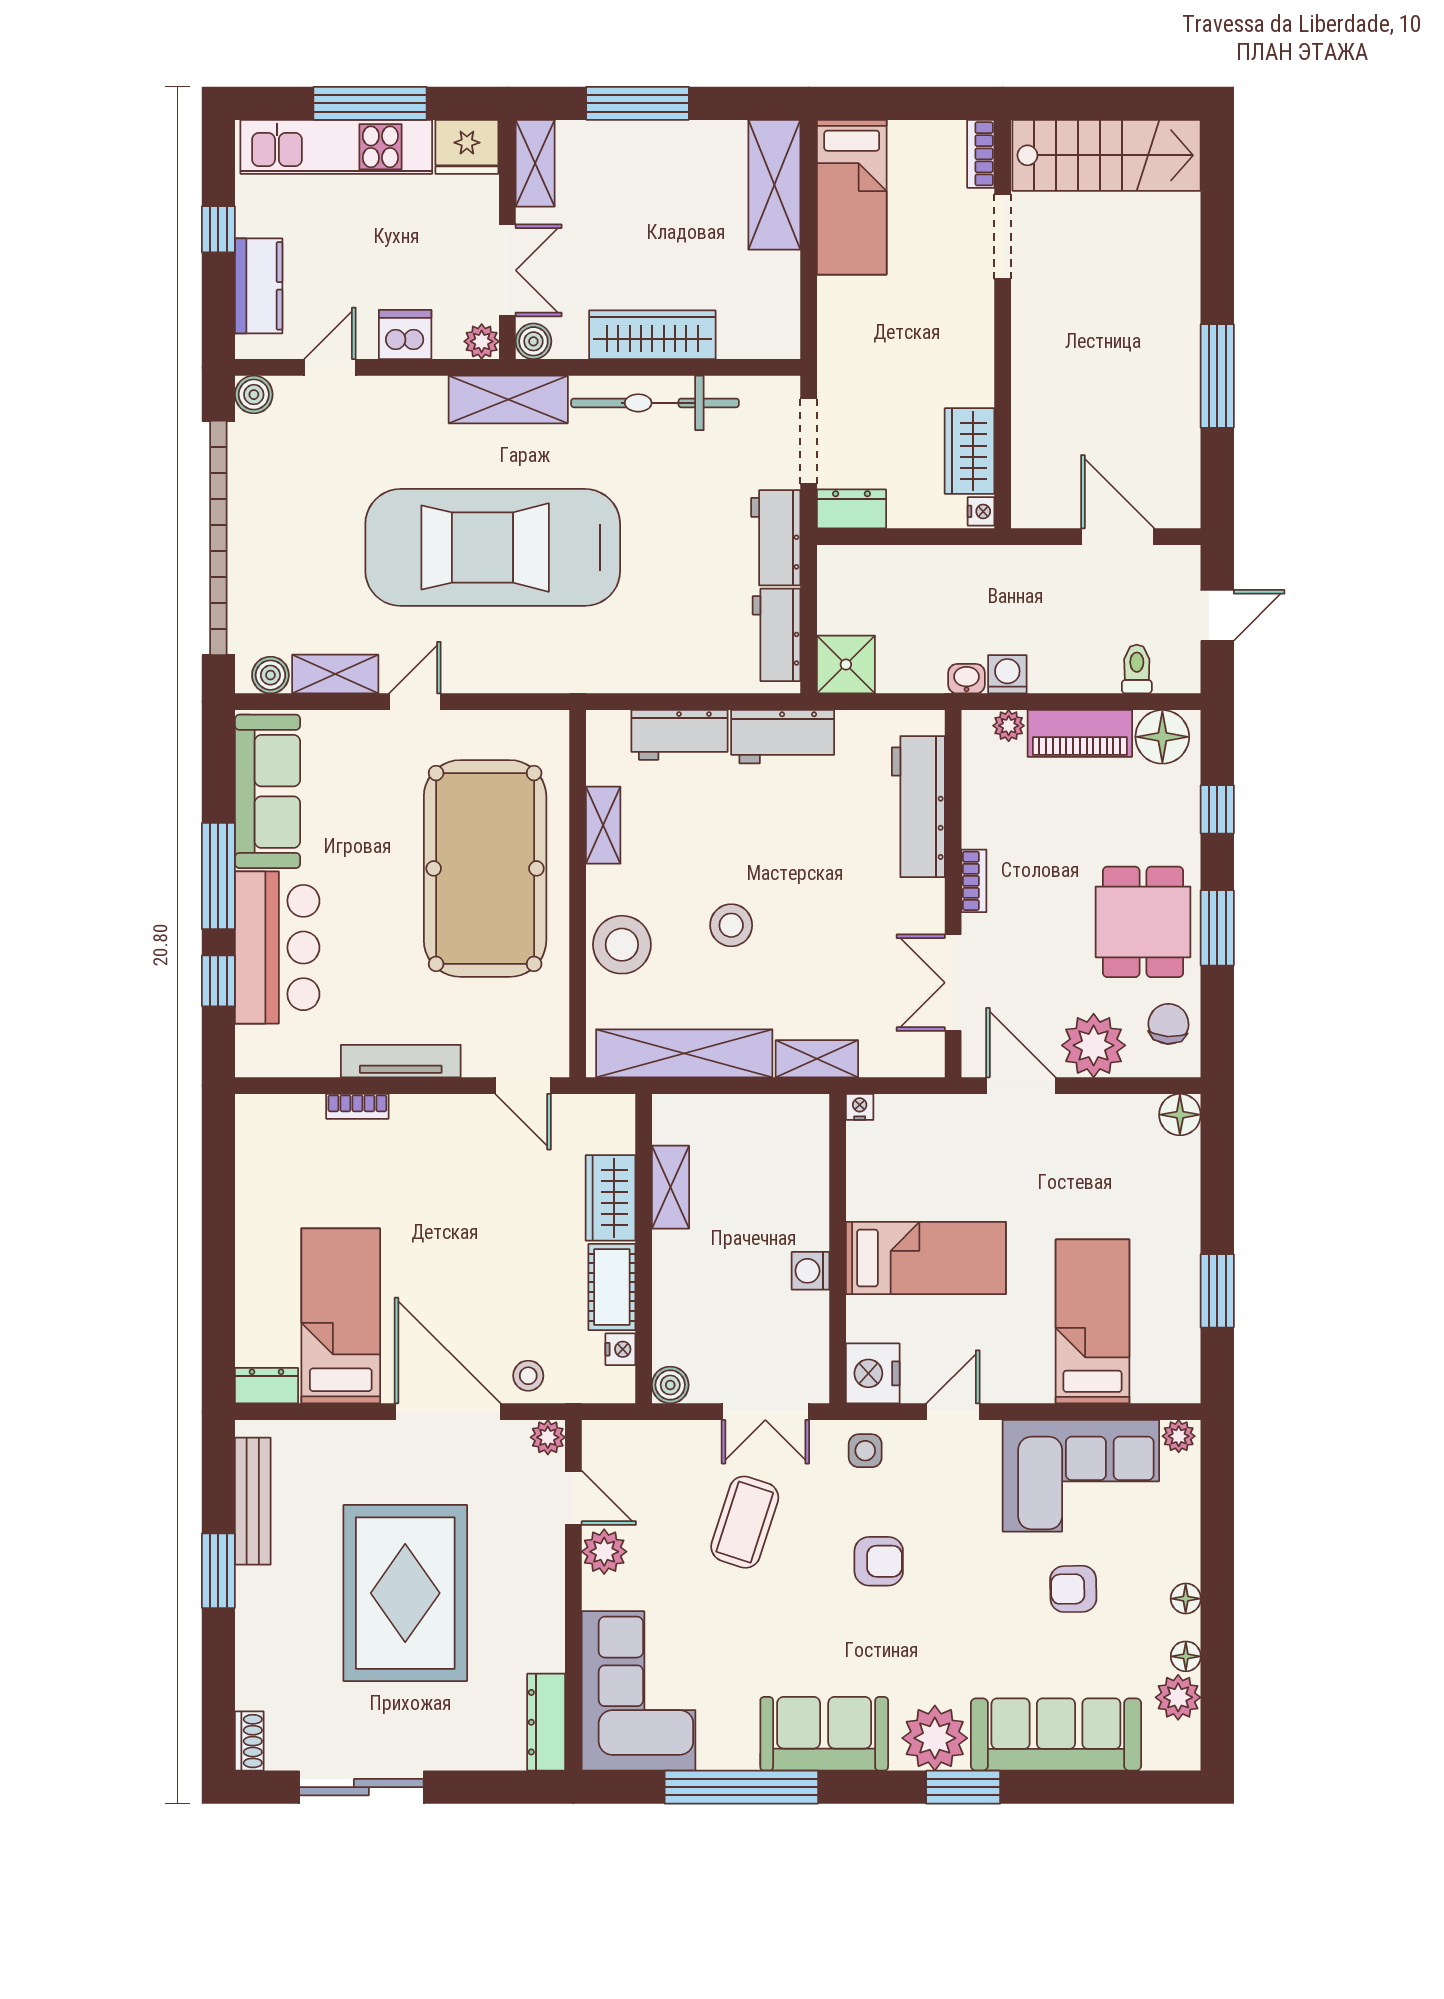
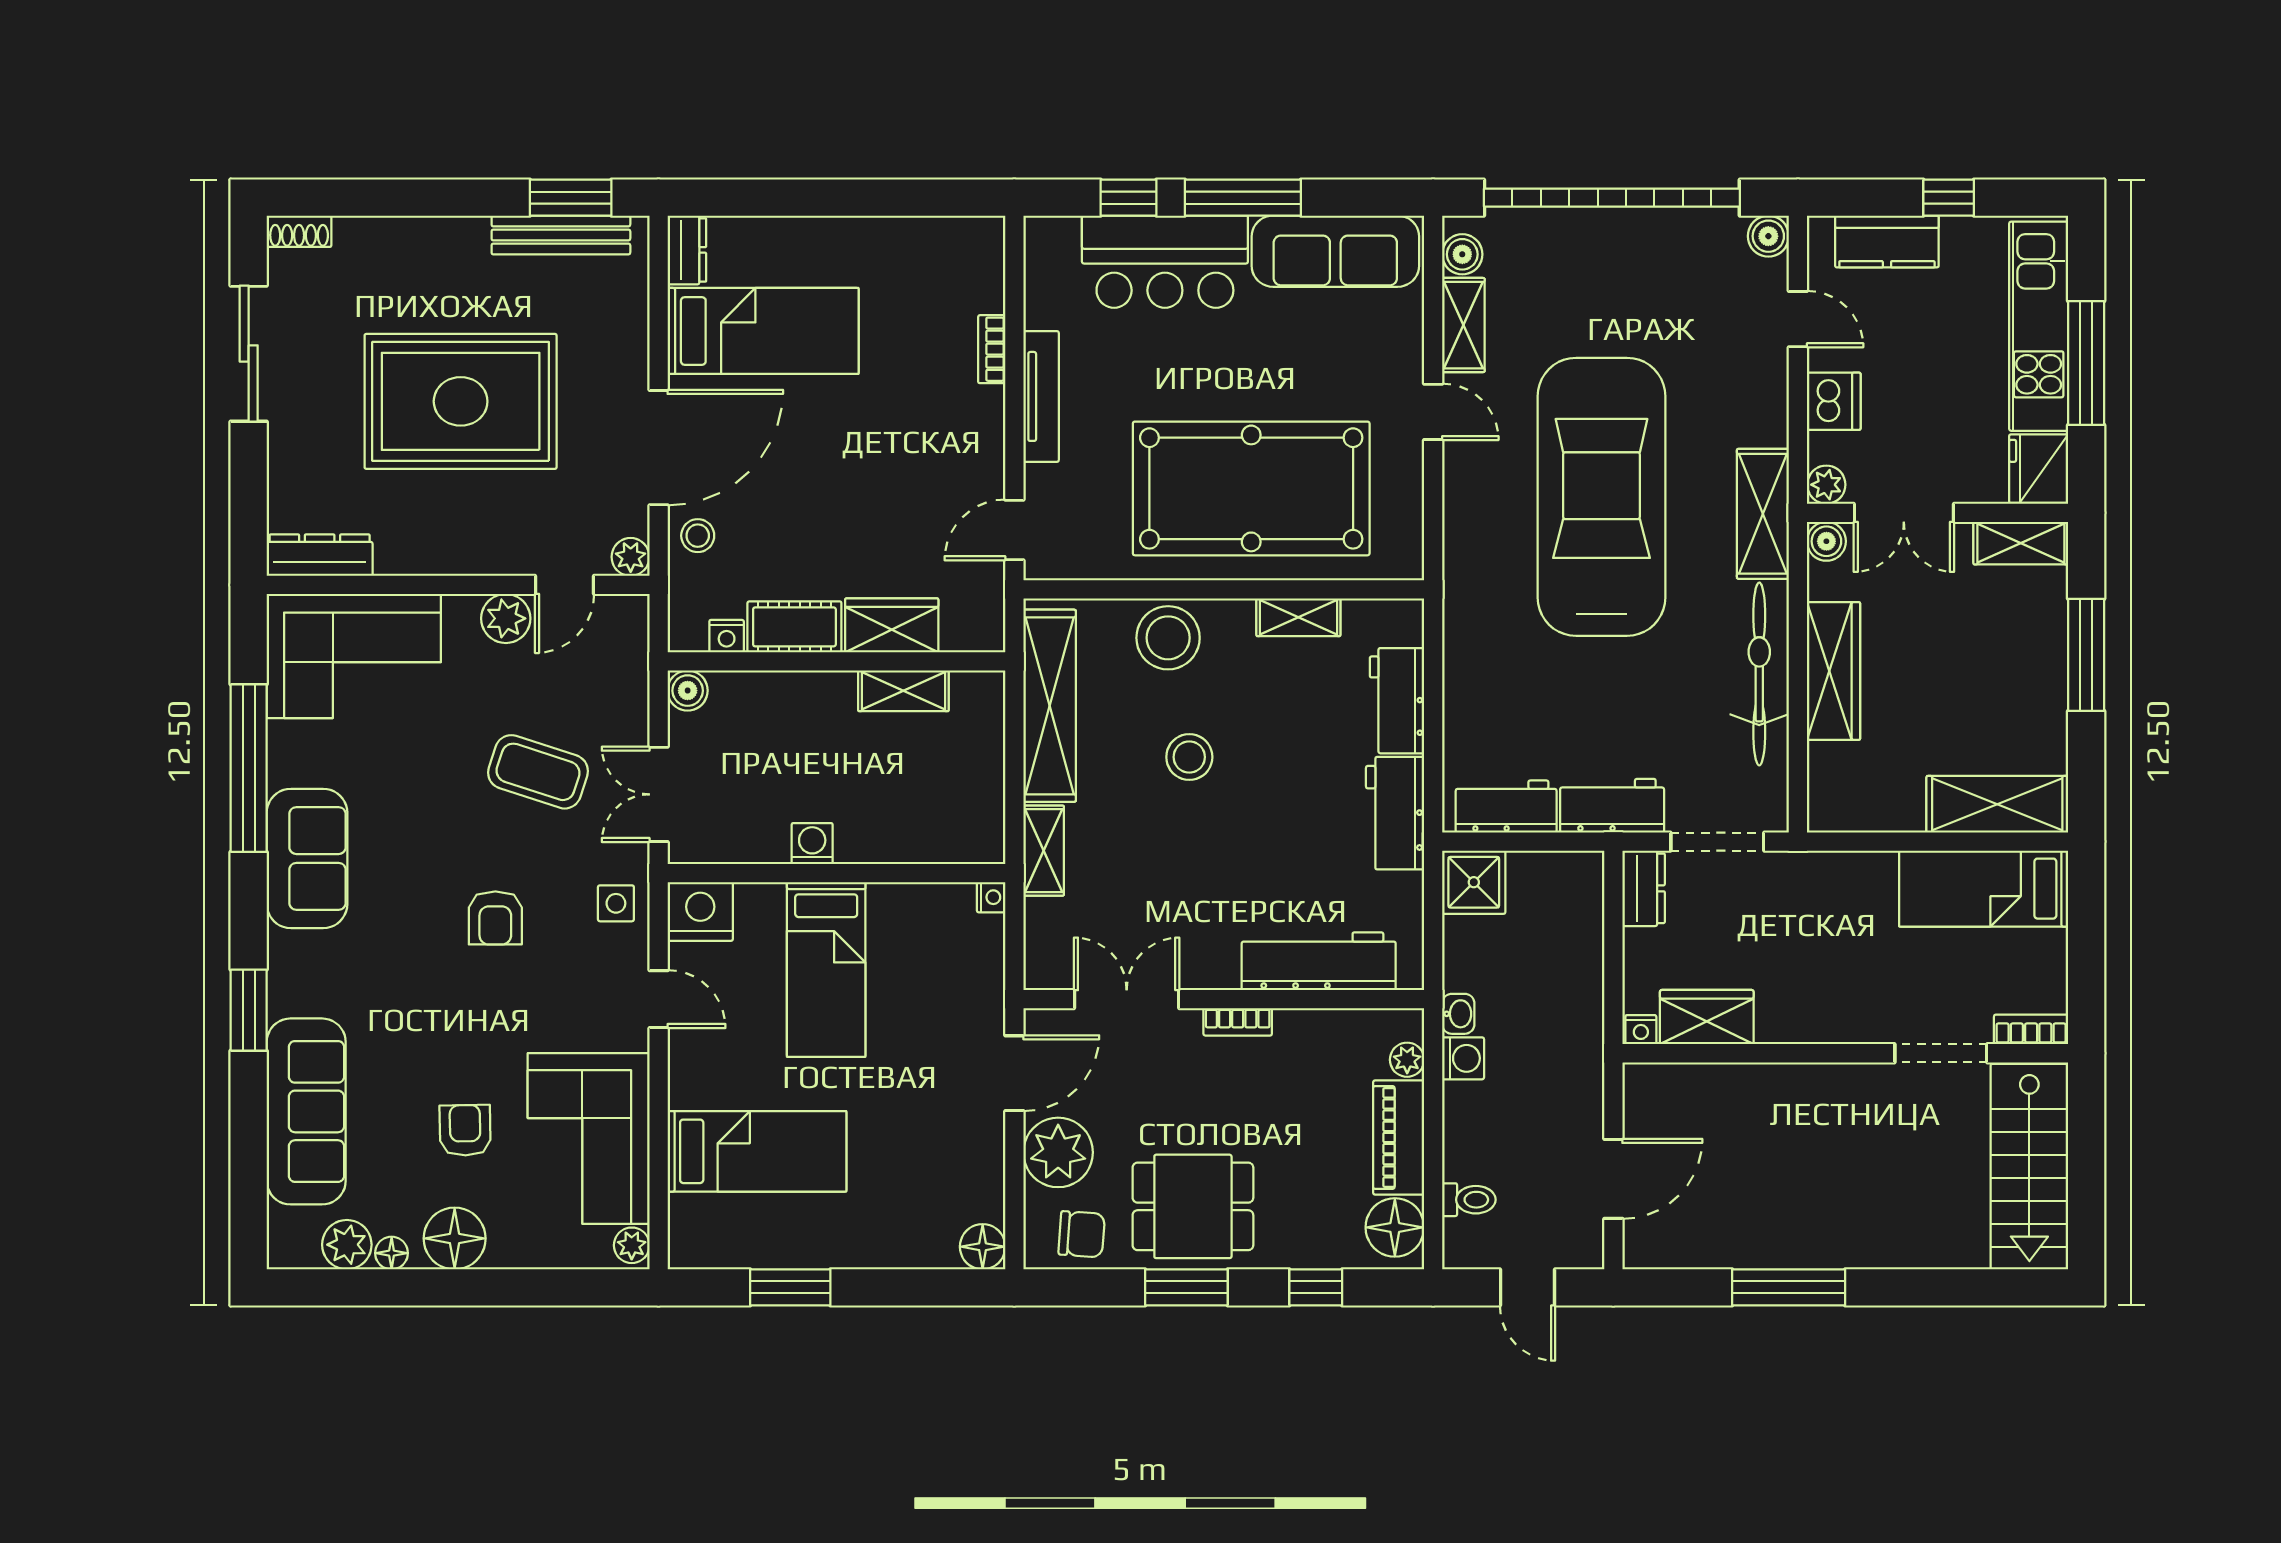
window: (218, 1571) -> (571, 198), moved
floor lamp: (1186, 1599) -> (455, 1238), width x1.89, depth x1.89
plant: (935, 1738) -> (302, 979), removed

